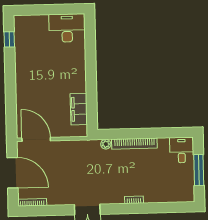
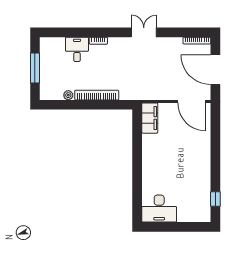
filing cabinet: (79, 109) -> (150, 118), moved
plant: (106, 144) -> (68, 95), moved
desk: (182, 150) -> (77, 49), moved, turned 180

